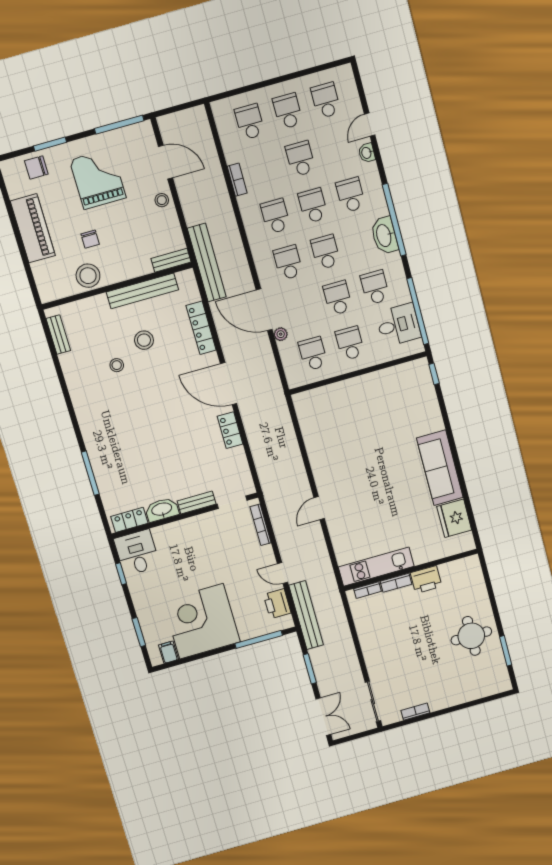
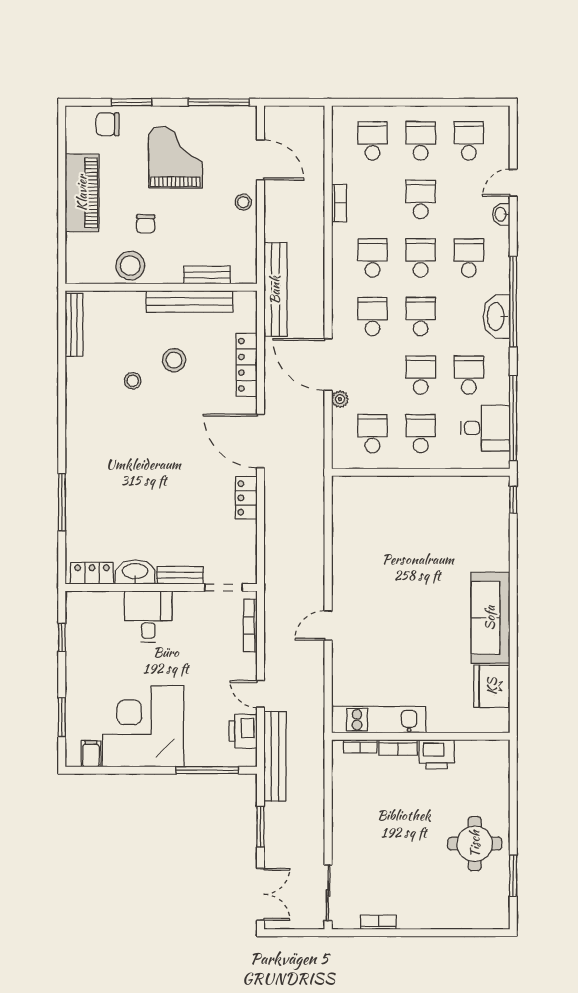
bench: (171, 260) -> (207, 275), moved
bench: (58, 335) -> (74, 325), width x1.36
desk: (137, 553) -> (148, 617), moved

